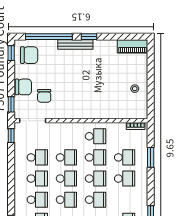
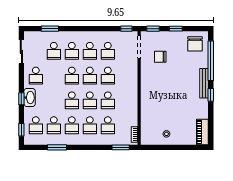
window: (11, 53) -> (176, 29), moved
chair: (23, 87) -> (168, 39), removed
school desk: (95, 136) -> (72, 125), moved
window: (151, 157) -> (121, 147), moved

